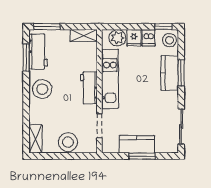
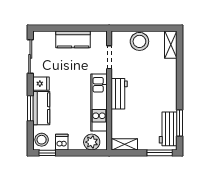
fridge: (134, 38) -> (41, 84), moved, turned 90
stool: (42, 89) -> (164, 93), removed
window: (142, 156) -> (68, 28), removed

